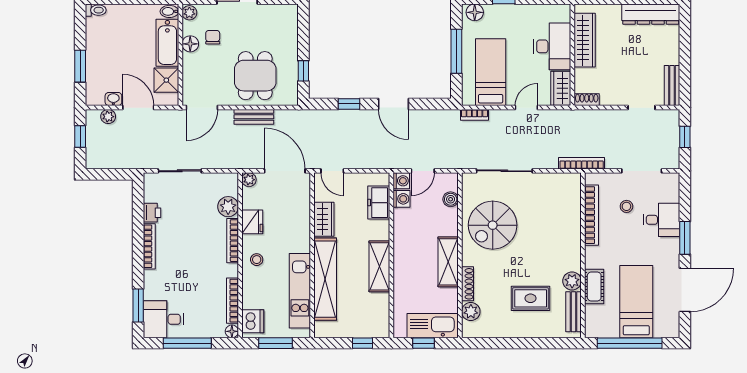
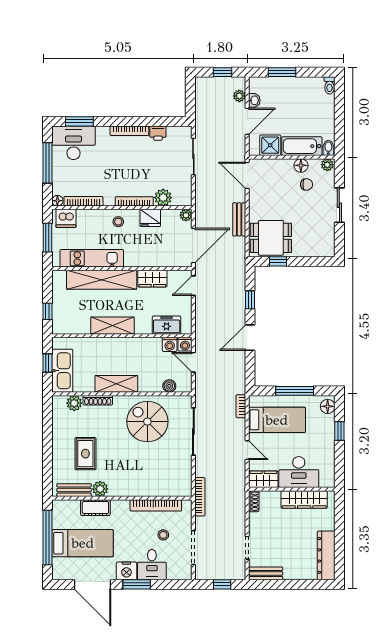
dining table: (255, 76) -> (271, 238), moved
nightstand: (669, 250) -> (126, 571), added
desk: (163, 319) -> (74, 143), width x1.37

